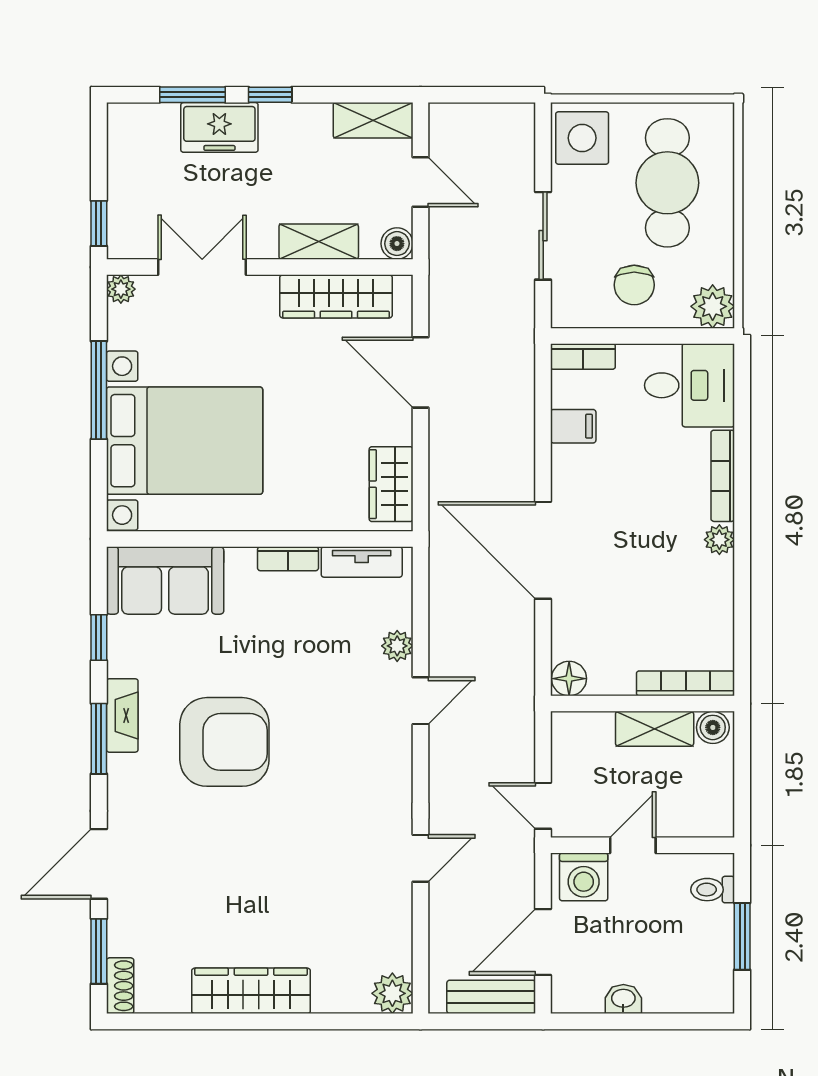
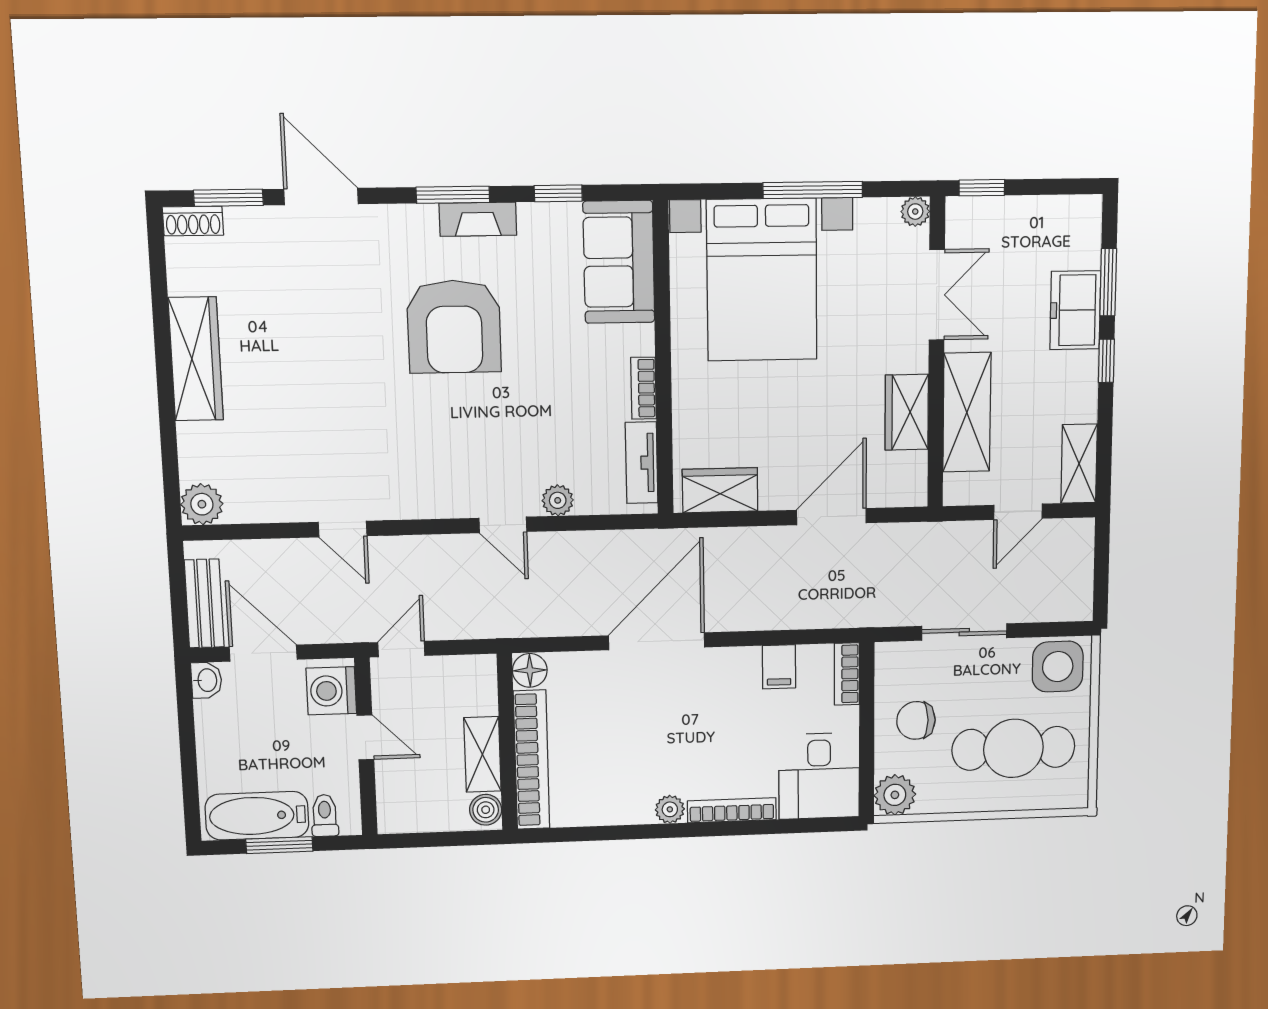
shelving: (319, 242) -> (967, 412), width x1.50, depth x1.33
boiler: (397, 244) -> (958, 490), removed
wardrobe: (336, 296) -> (907, 412), width x0.67
bookcase: (686, 683) -> (531, 760), width x1.48, depth x1.31
bathtub: (710, 957) -> (257, 816), added
washbasin: (623, 999) -> (206, 680), moved

